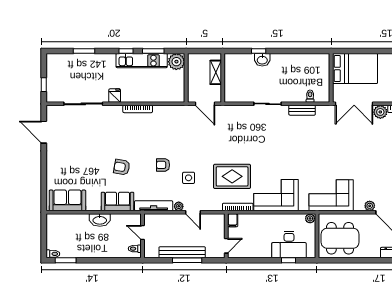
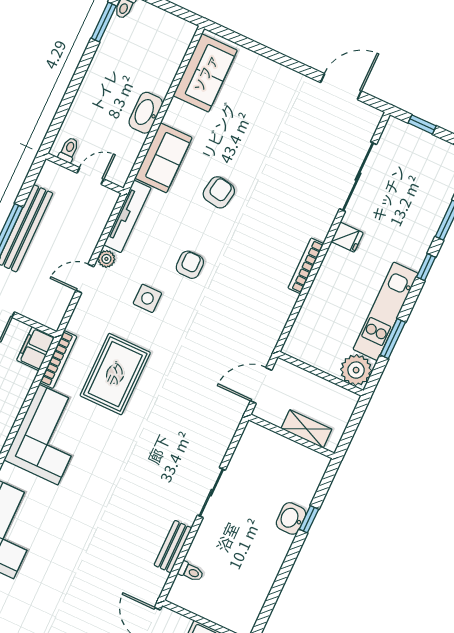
window: (126, 51) -> (426, 267), moved
filing cabinet: (233, 220) -> (36, 349), width x2.00

